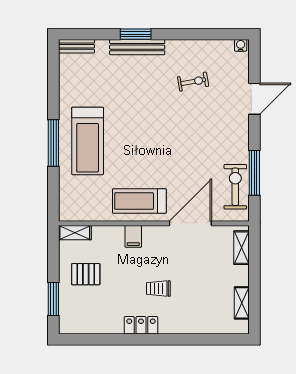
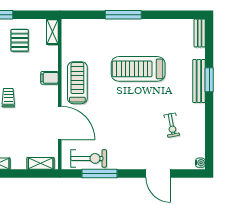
treadmill: (88, 141) -> (138, 69), moved

